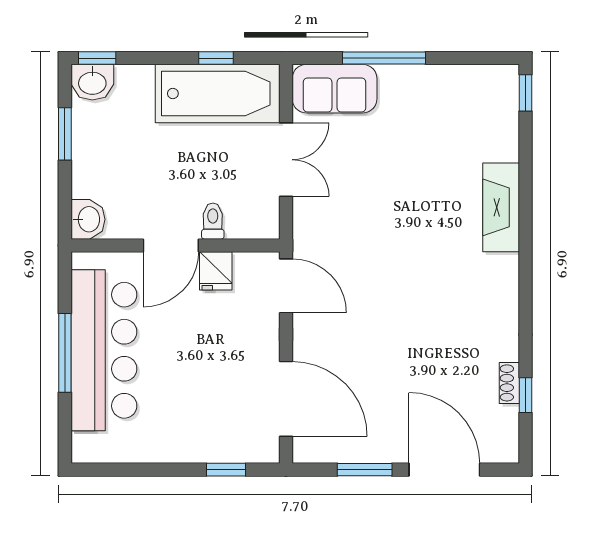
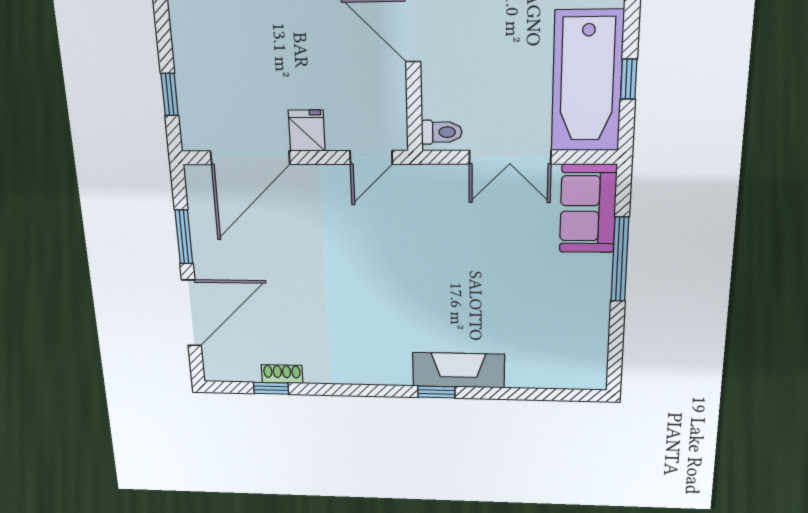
window: (526, 93) -> (436, 392), moved
toilet: (213, 221) -> (442, 132), moved
fridge: (216, 271) -> (307, 131), moved, turned 90
door: (286, 286) -> (371, 157), width x0.73

